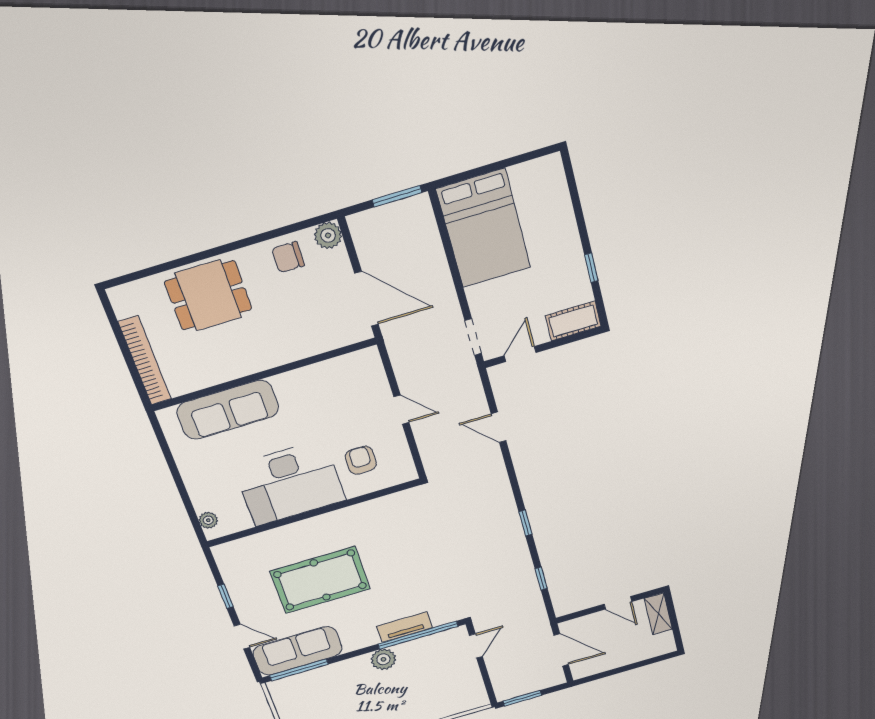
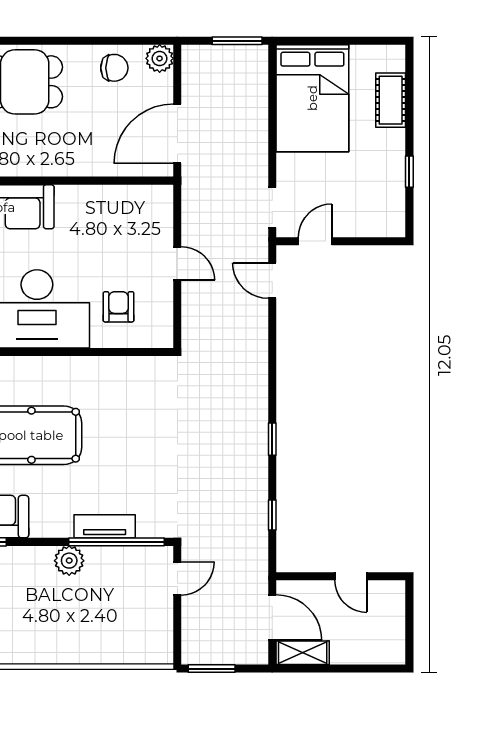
chair: (288, 257) -> (114, 68), turned 180
door: (366, 299) -> (177, 134), swing flipped
cot: (573, 321) -> (391, 100), moved, turned 90
door: (499, 427) -> (272, 281), moved
shelving: (658, 614) -> (303, 653), moved, turned 90

